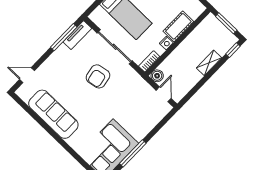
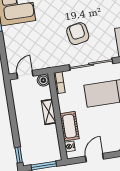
nightstand: (166, 43) -> (70, 146), moved
shelving: (209, 63) -> (49, 112), moved
door: (164, 94) -> (25, 75), swing flipped

